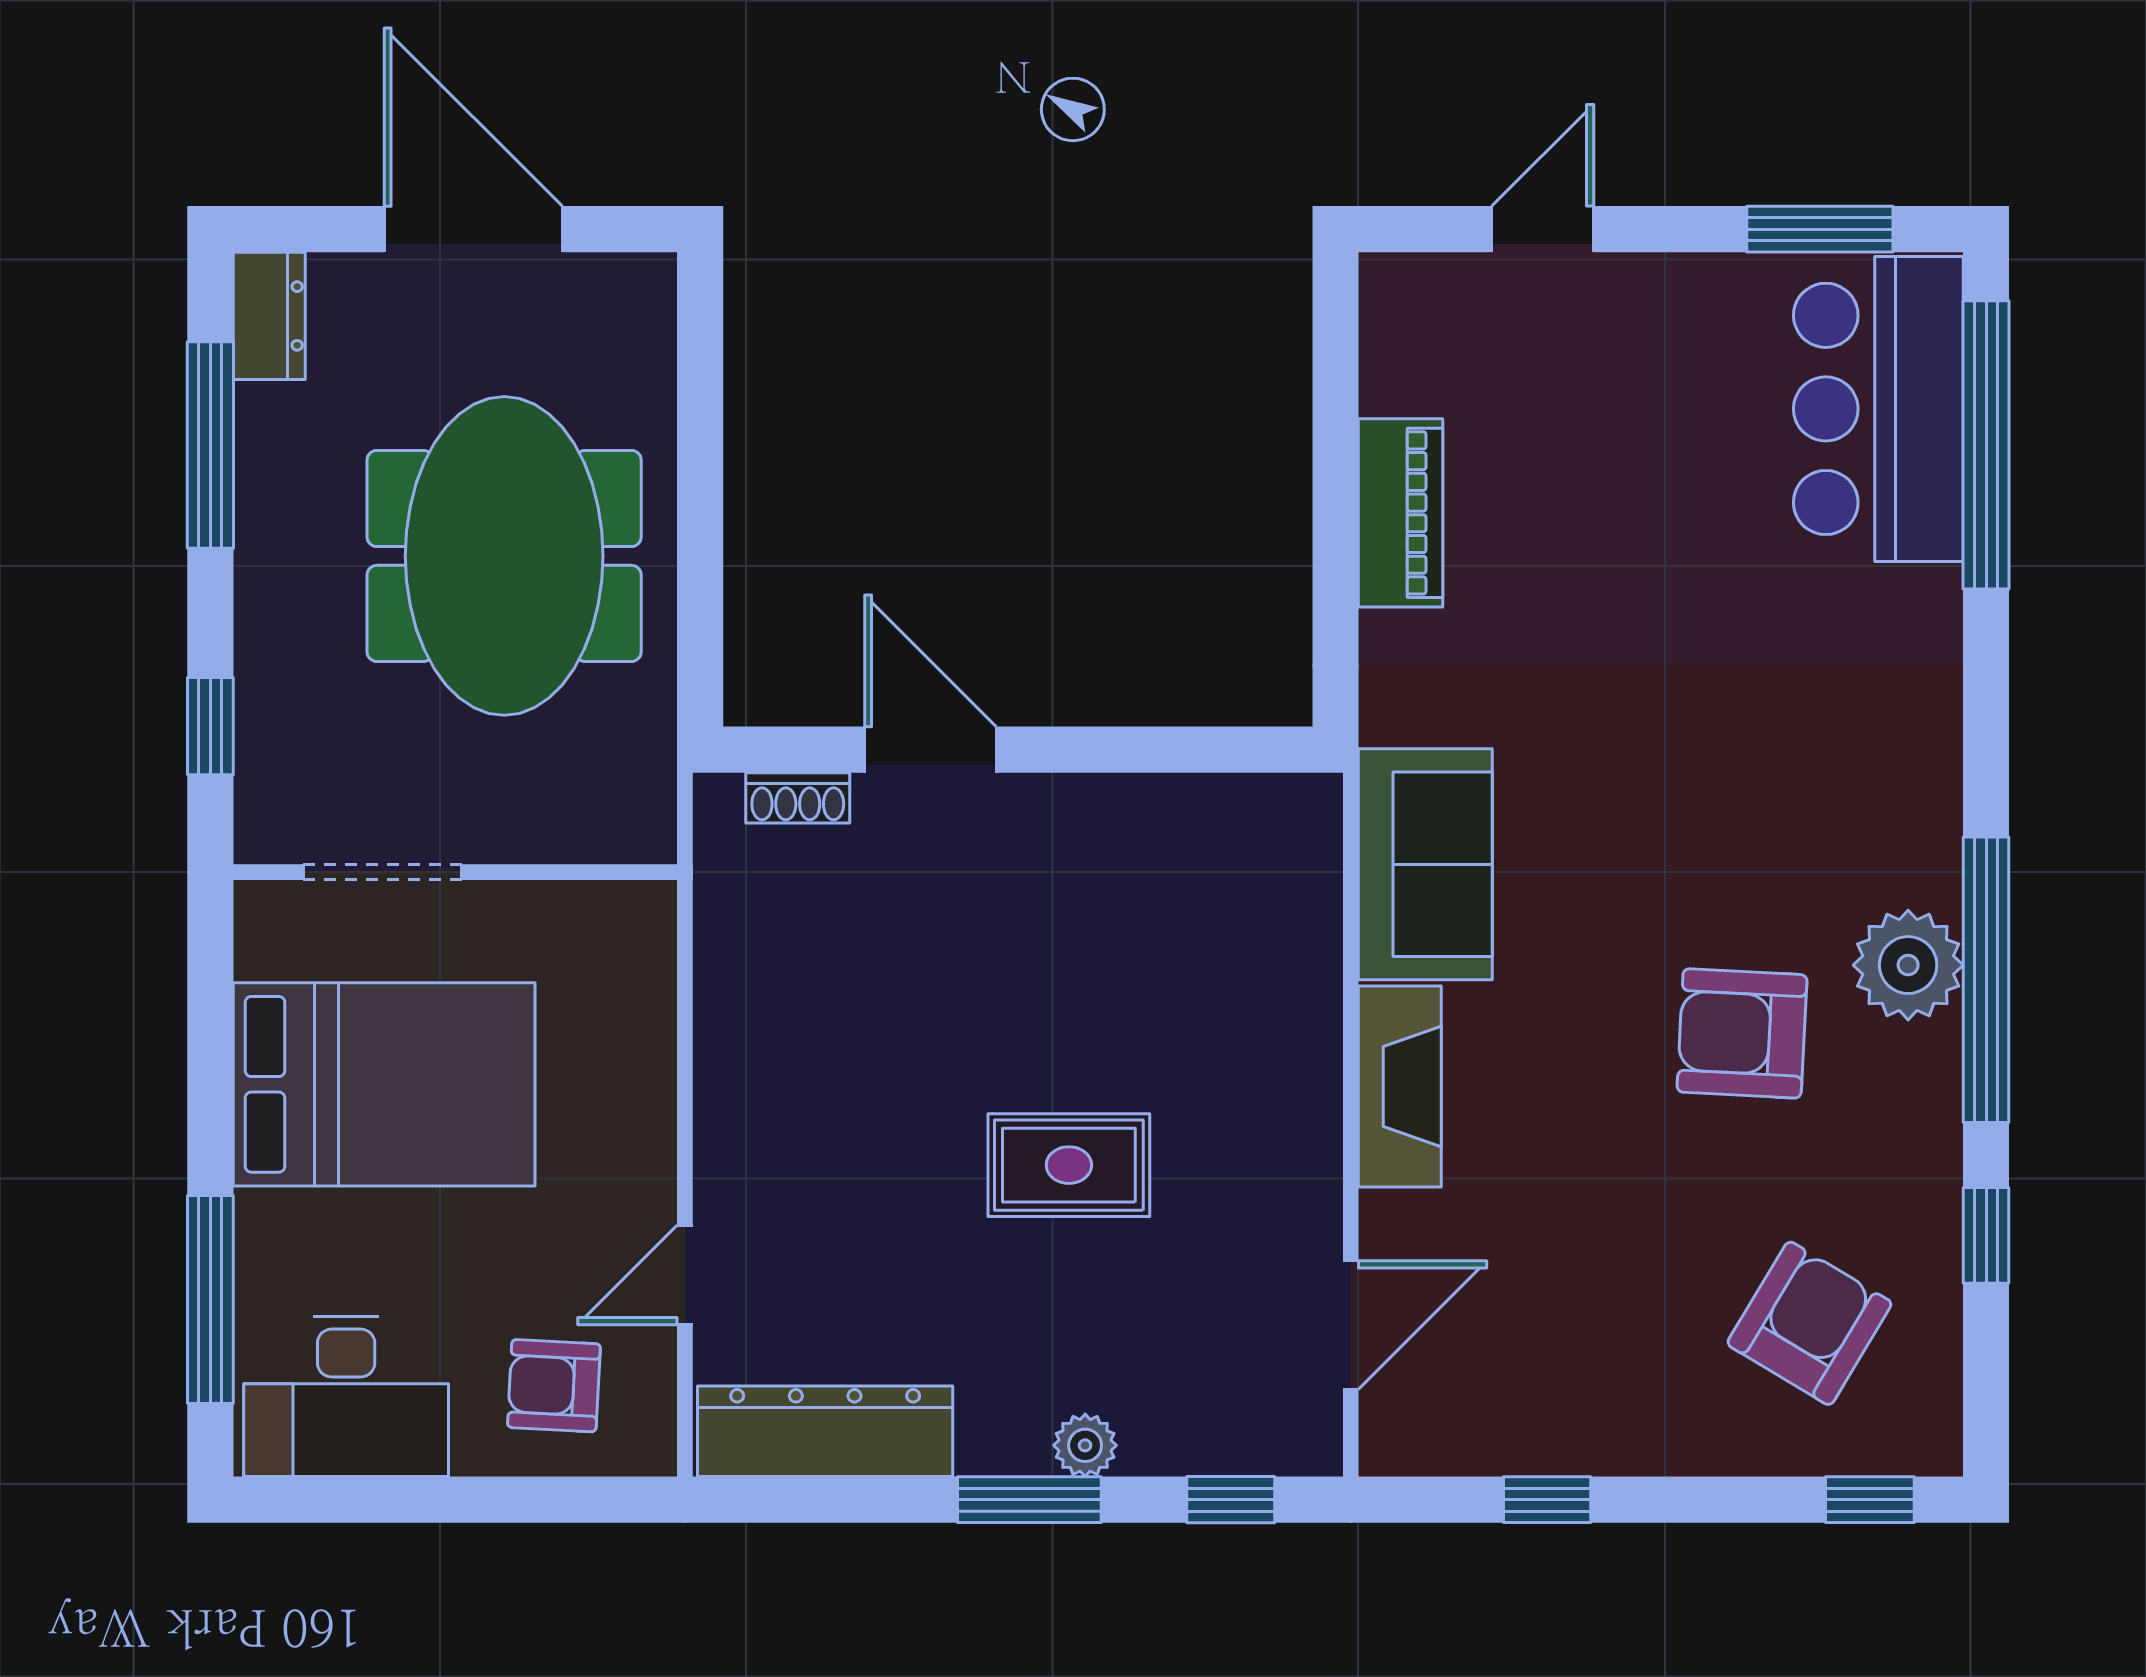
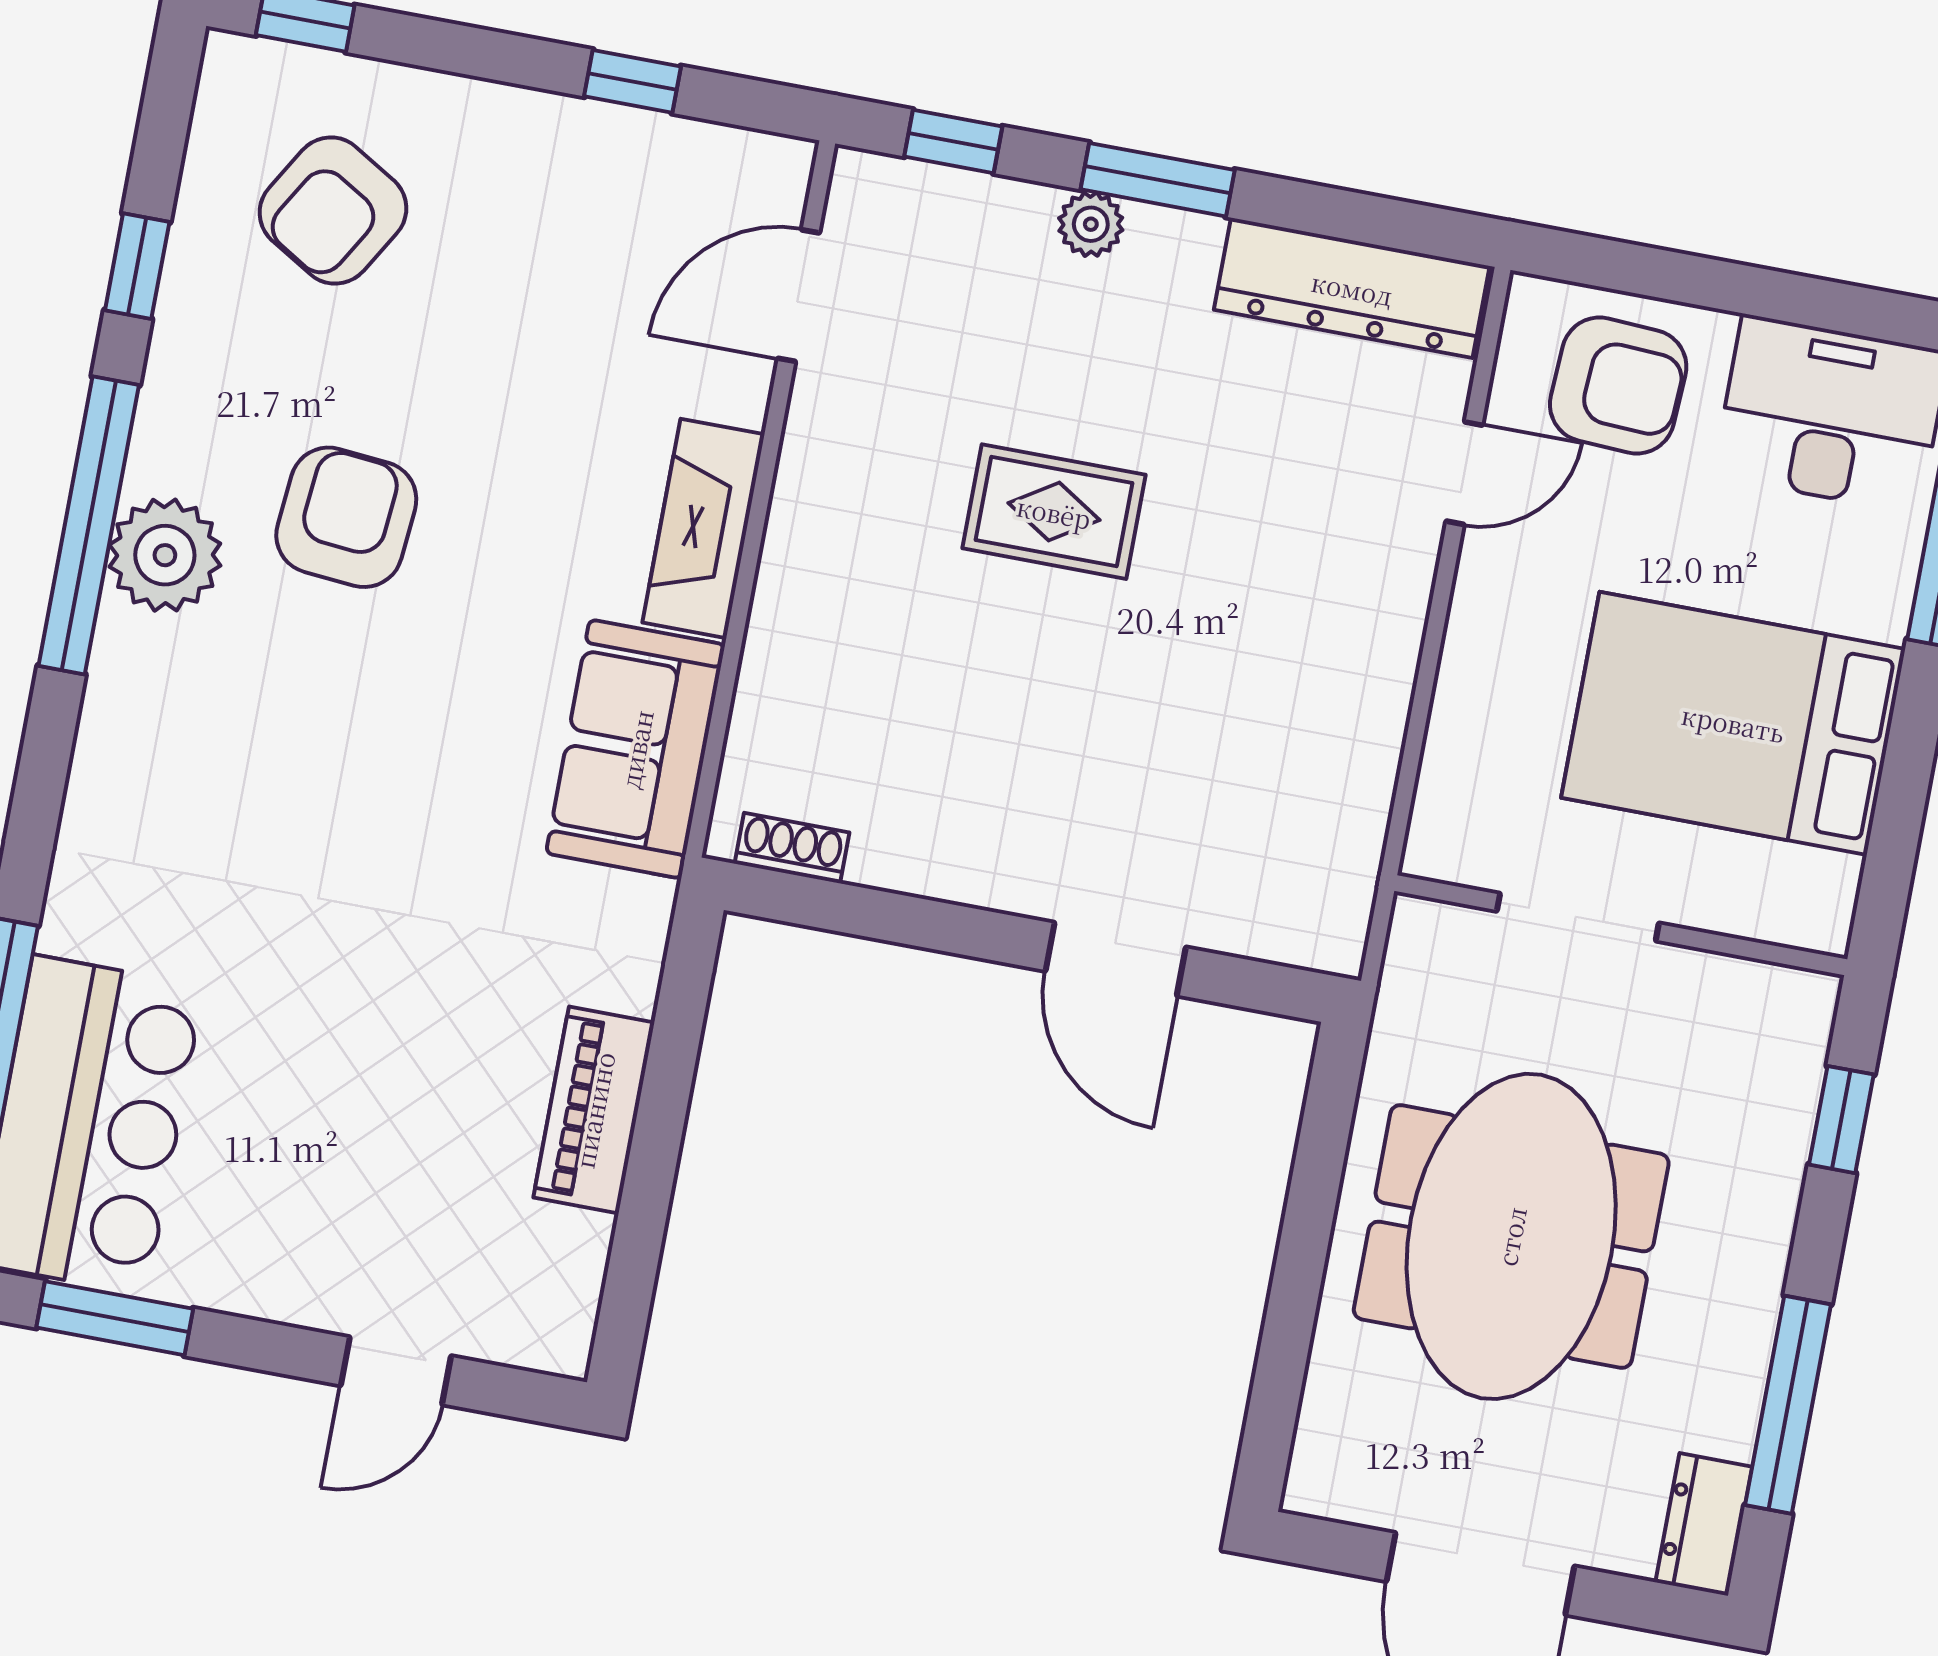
shoe rack: (798, 798) -> (792, 848), moved
doorway: (382, 872) -> (1578, 917), moved
armchair: (1742, 1033) -> (346, 517), turned -88
armchair: (554, 1386) -> (1618, 386), width x1.38, depth x1.38

